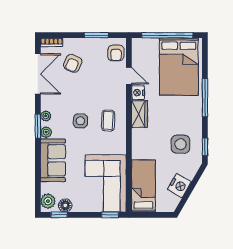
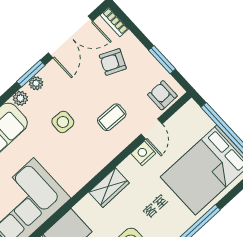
armchair: (116, 53) -> (162, 95), turned 90
wardrobe: (140, 114) -> (109, 188), moved
coffee table: (108, 121) -> (112, 117), moved
window: (38, 126) -> (31, 73), moved

